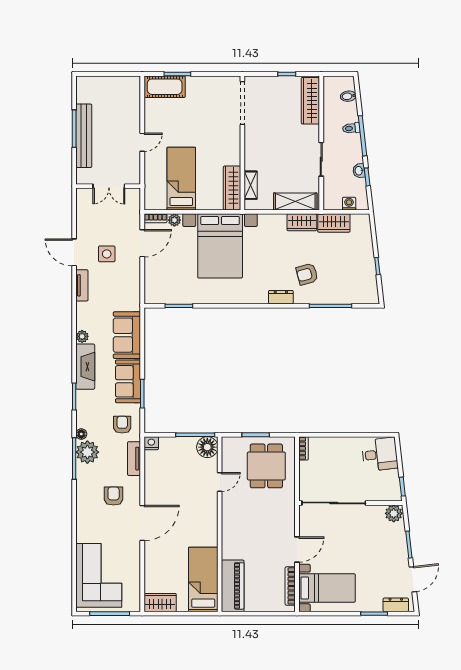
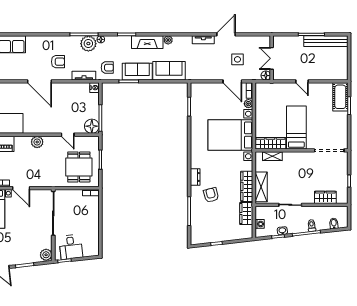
wardrobe: (310, 101) -> (325, 197), width x0.67
bench: (84, 136) -> (326, 41), moved
bed: (181, 179) -> (296, 127), moved, turned -90
floor lamp: (134, 195) -> (266, 76), added
wardrobe: (302, 222) -> (247, 186), width x1.50
side table: (107, 254) -> (237, 59), moved
desk: (380, 454) -> (71, 247), moved
dining table: (266, 466) -> (79, 167), turned 90
plant: (230, 526) -> (37, 142), added

